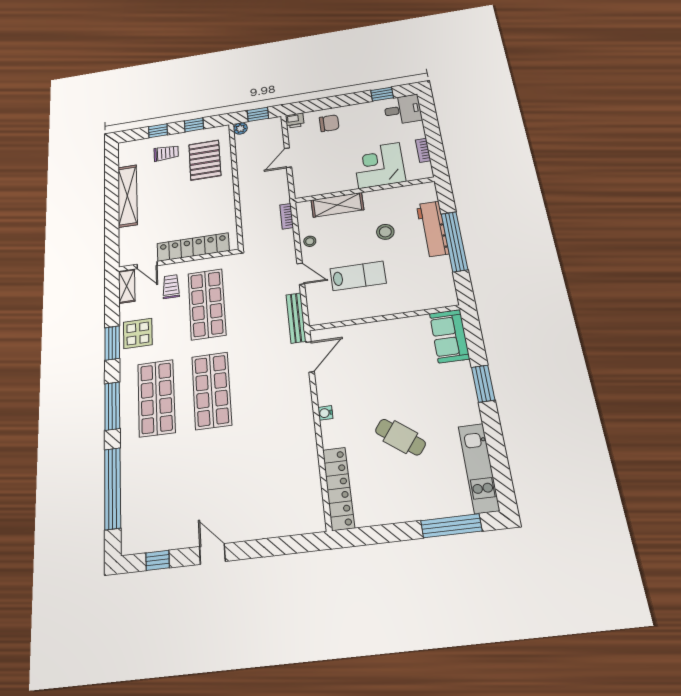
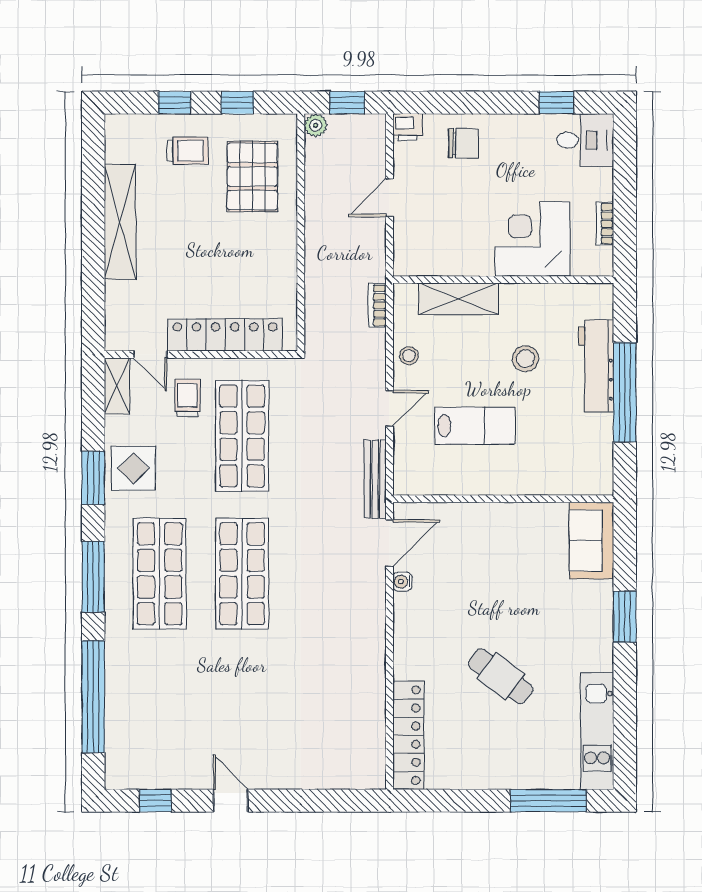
door: (301, 274) -> (389, 408), hinge flipped
water cooler: (325, 413) -> (402, 582), moved

